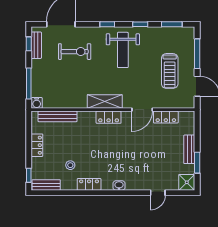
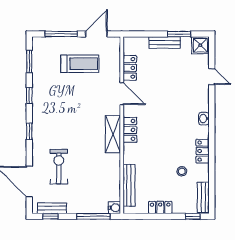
weight bench: (123, 50) -> (57, 114), removed

